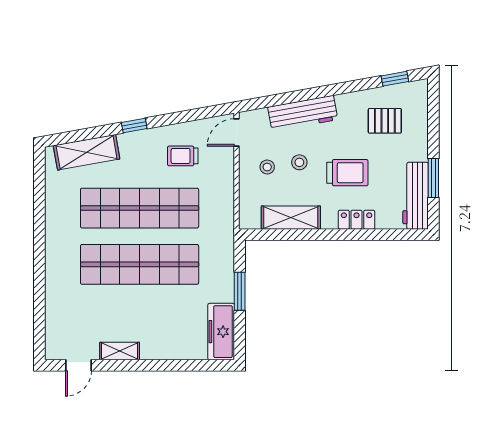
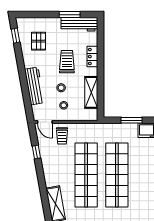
window: (134, 126) -> (36, 152), moved
trolley: (183, 156) -> (62, 136), moved

